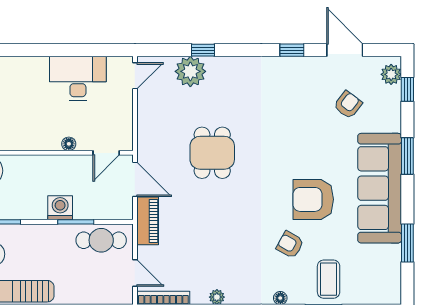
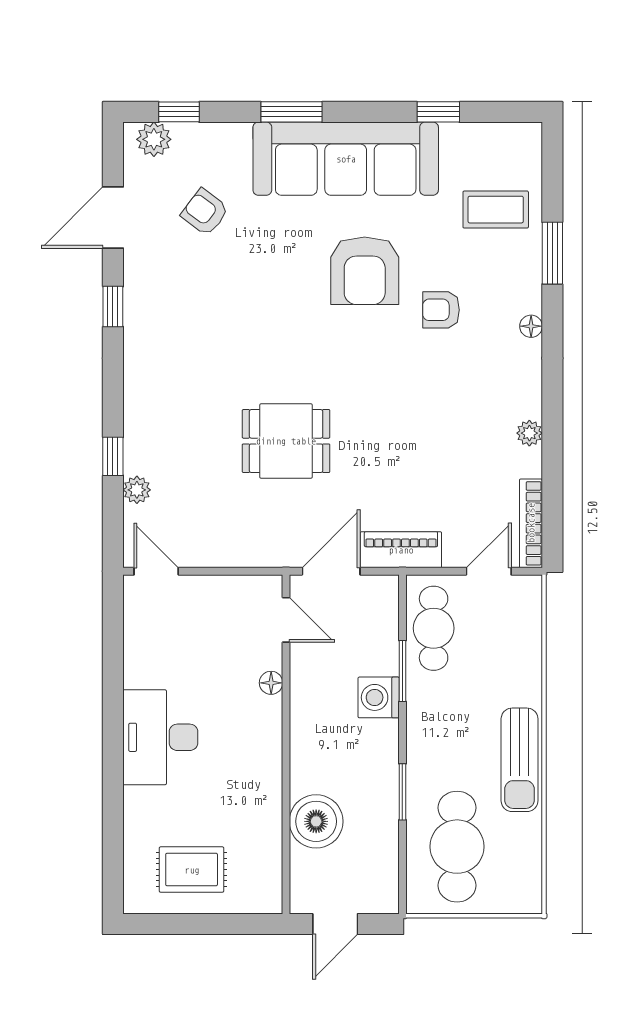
plant: (190, 71) -> (137, 490), width x0.53, depth x0.53
desk: (78, 78) -> (160, 737), moved
window: (407, 243) -> (438, 112), width x0.67
armchair: (290, 245) -> (441, 310), turned 61
coffee table: (329, 279) -> (496, 210), moved

